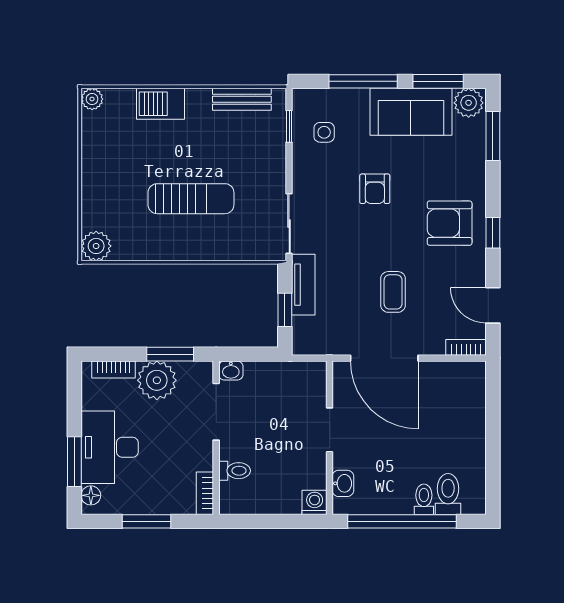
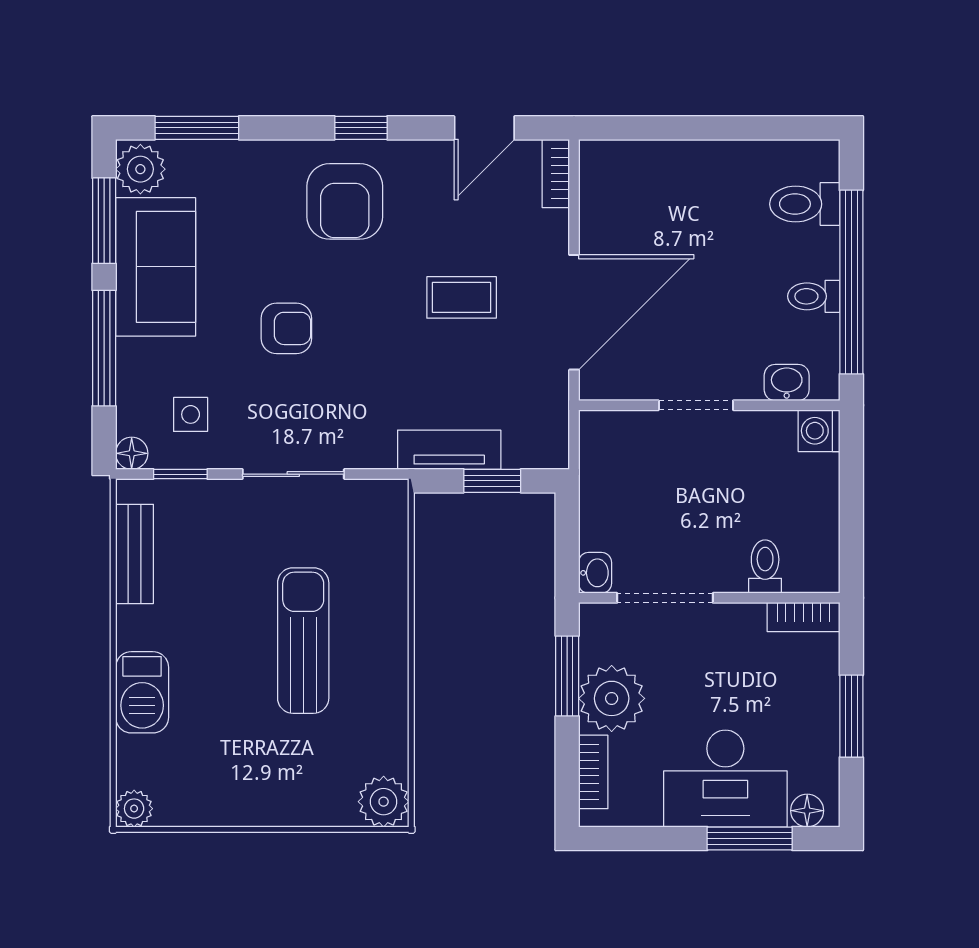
floor lamp: (301, 98) -> (132, 453), added
sliding door: (289, 224) -> (293, 474), moved
toilet: (424, 499) -> (814, 296), moved

